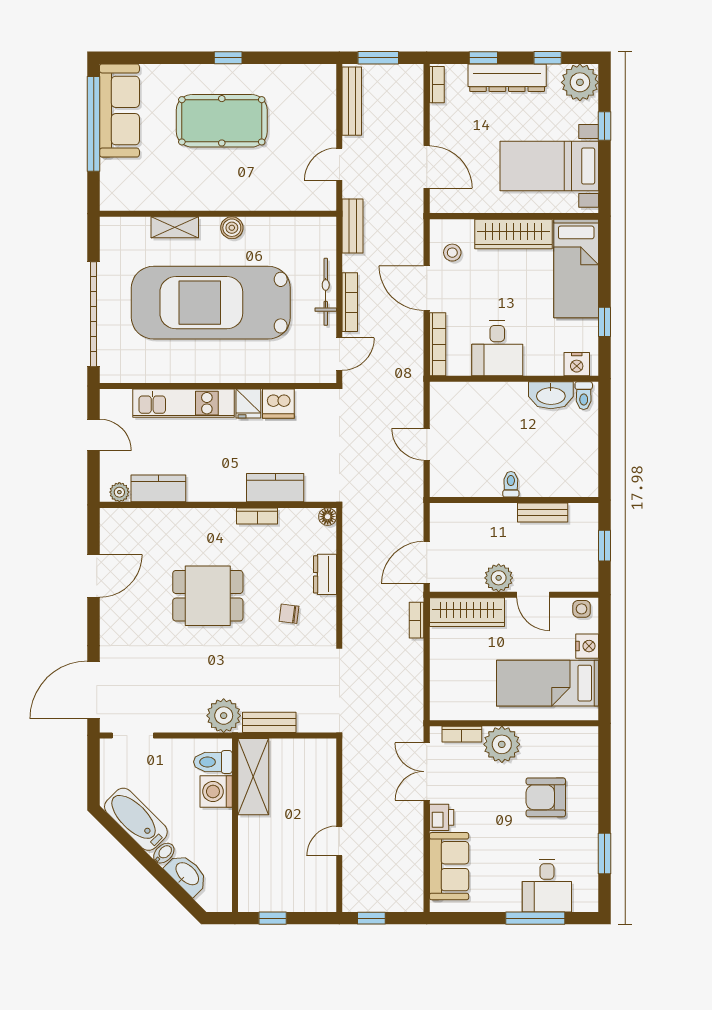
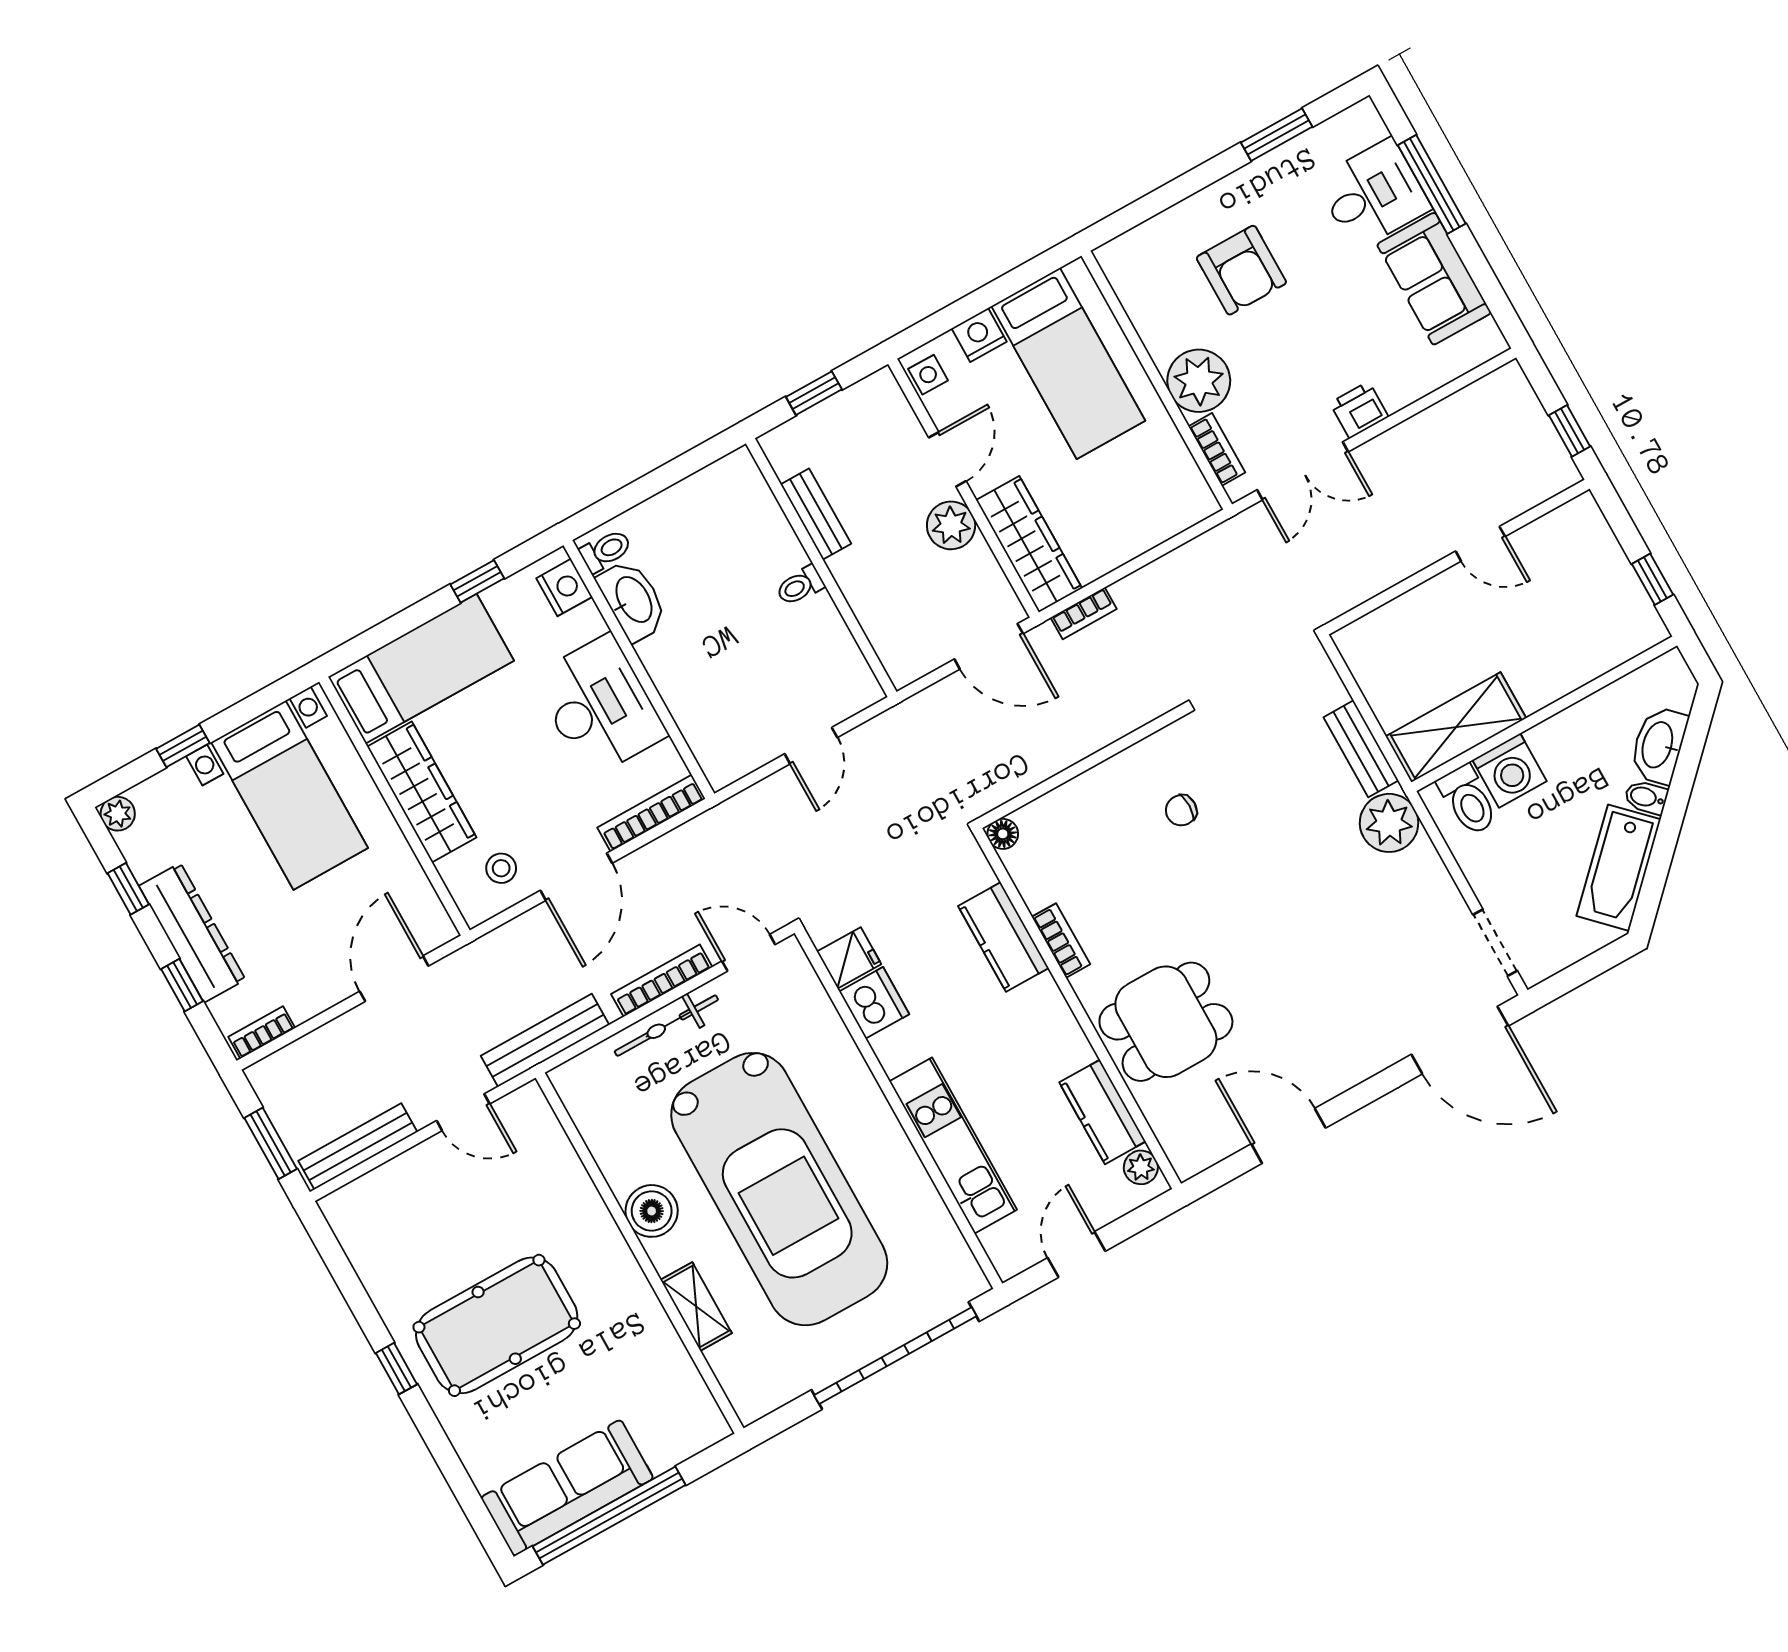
plant: (580, 82) -> (118, 814), width x0.53, depth x0.53
pool table: (222, 121) -> (497, 1325), turned 90
bench: (353, 226) -> (545, 1040), width x1.36
boiler: (232, 228) -> (652, 1211), width x1.36, depth x1.36
desk: (497, 348) -> (599, 706), width x1.37
fridge: (248, 404) -> (849, 958), moved
dresser: (325, 574) -> (1092, 789), removed
dining table: (208, 596) -> (1166, 1022), moved, turned 90
chair: (289, 614) -> (1181, 810), turned 83
sofa: (449, 866) -> (1434, 279), moved, turned -90

